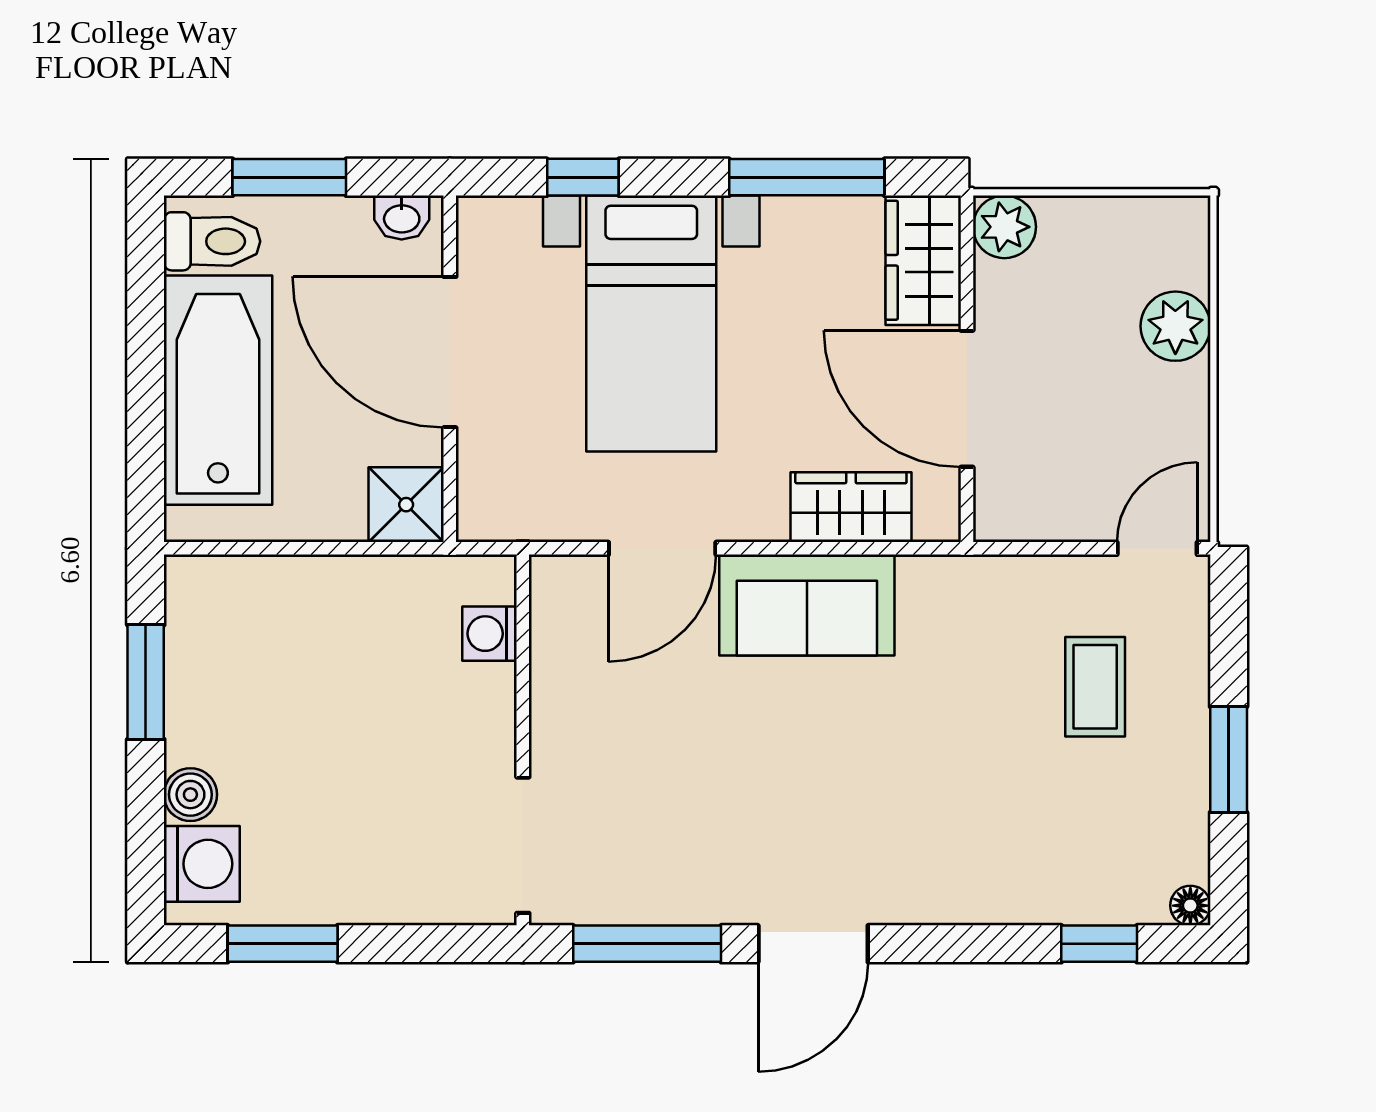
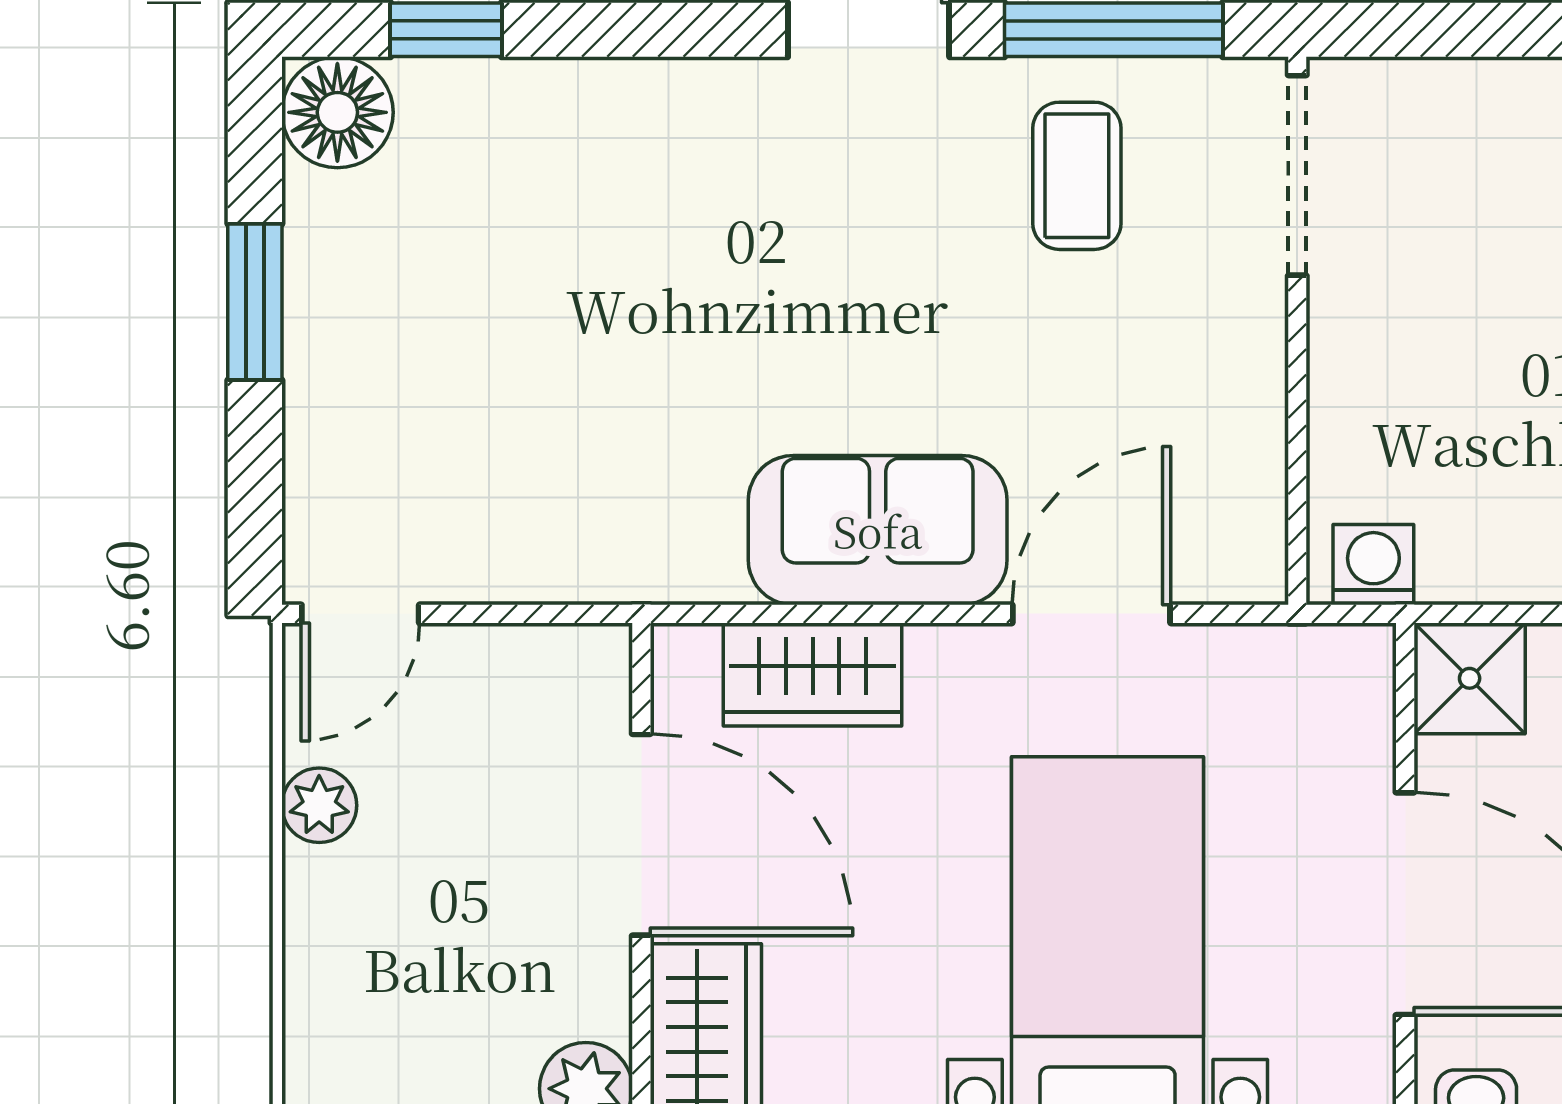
plant: (1175, 326) -> (319, 805), moved, width x0.73, depth x0.73
washing machine: (490, 634) -> (1373, 565), moved, turned -90
coffee table: (1095, 687) -> (1077, 176), moved
floor lamp: (1190, 906) -> (337, 112), width x1.89, depth x1.89

